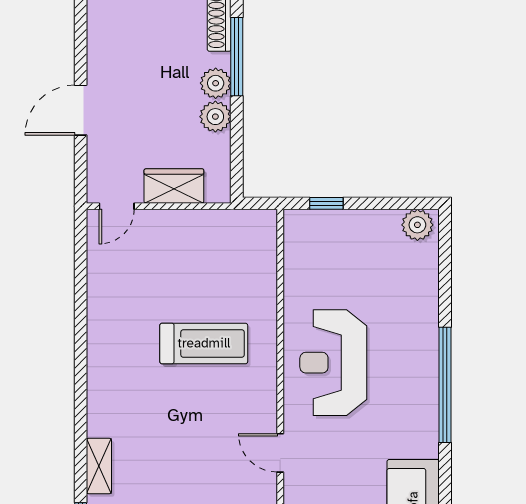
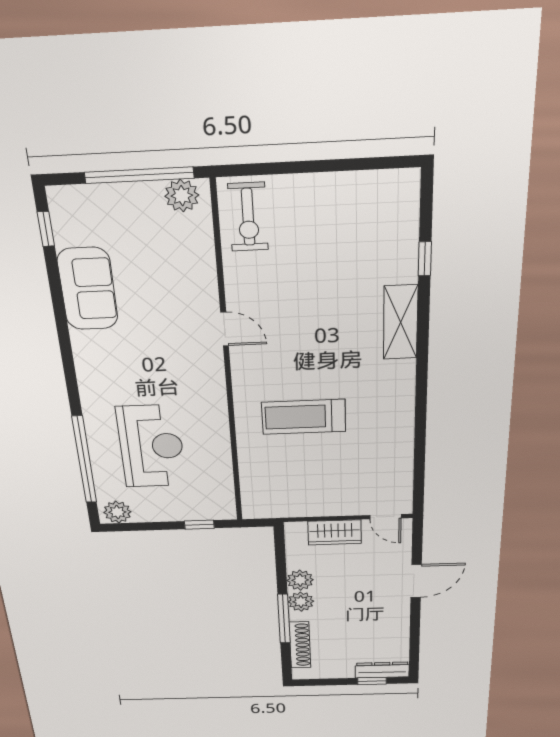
door: (117, 206) -> (386, 517), swing flipped
reception desk: (333, 363) -> (151, 446), moved
window: (445, 385) -> (84, 460), moved
shelving: (99, 466) -> (401, 322), width x1.50, depth x1.33

